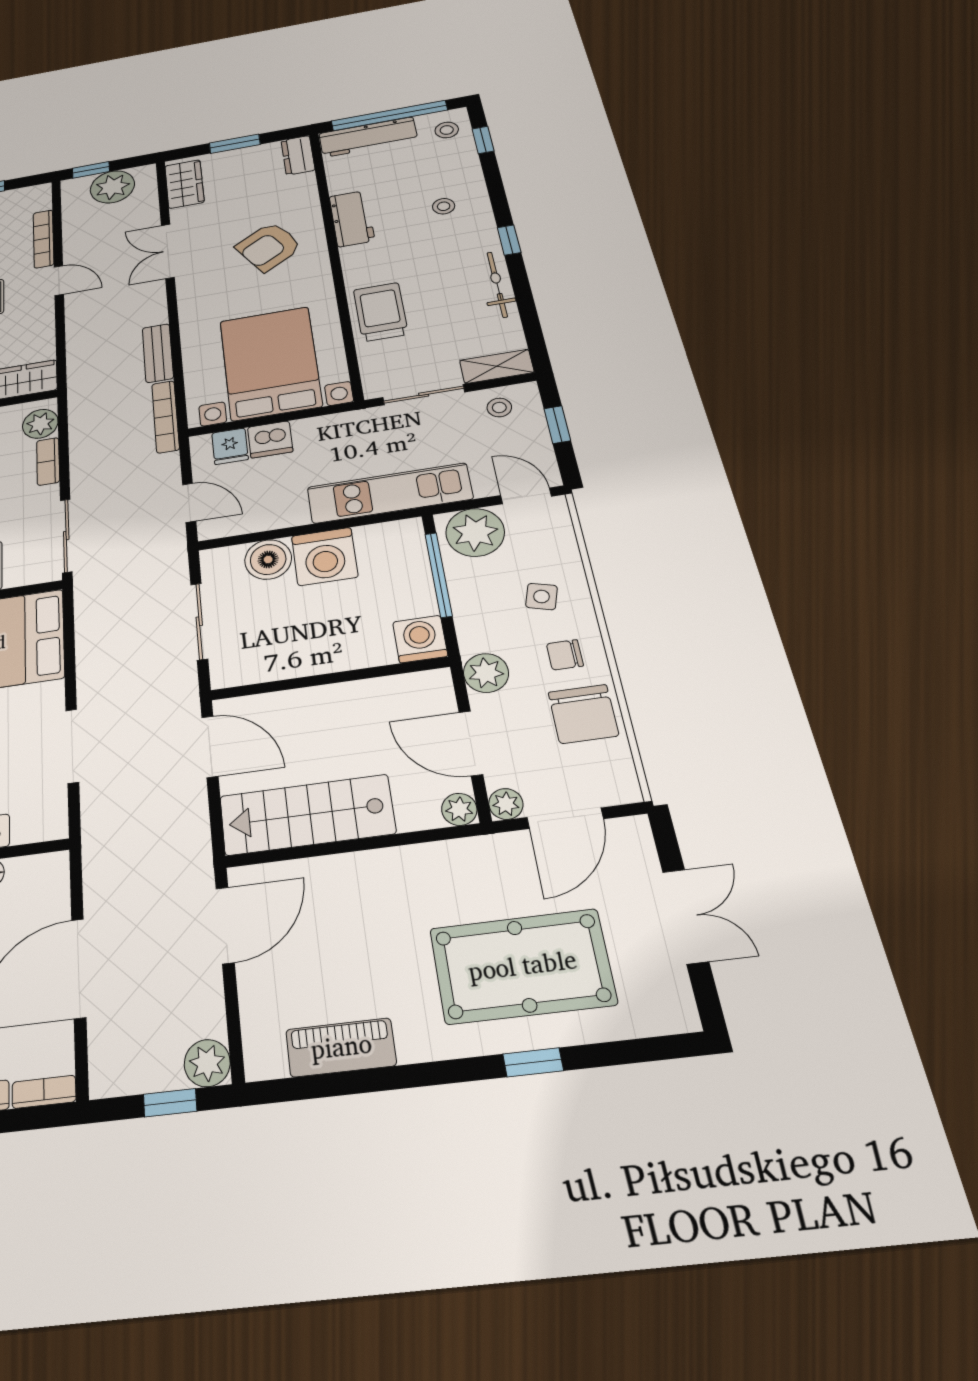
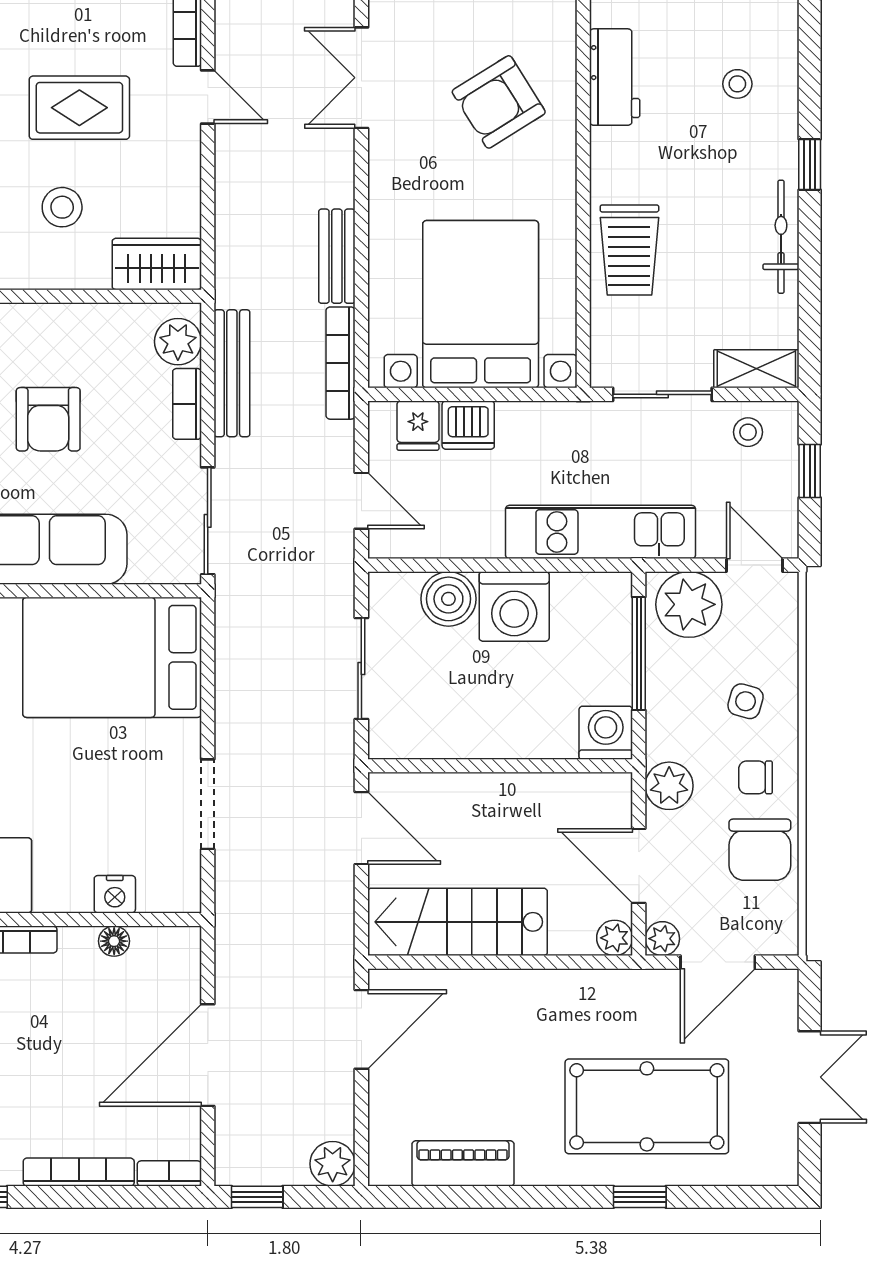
trolley: (381, 312) -> (629, 250), turned 180
bench: (82, 437) -> (232, 373), added
window: (170, 1103) -> (257, 1197), moved

